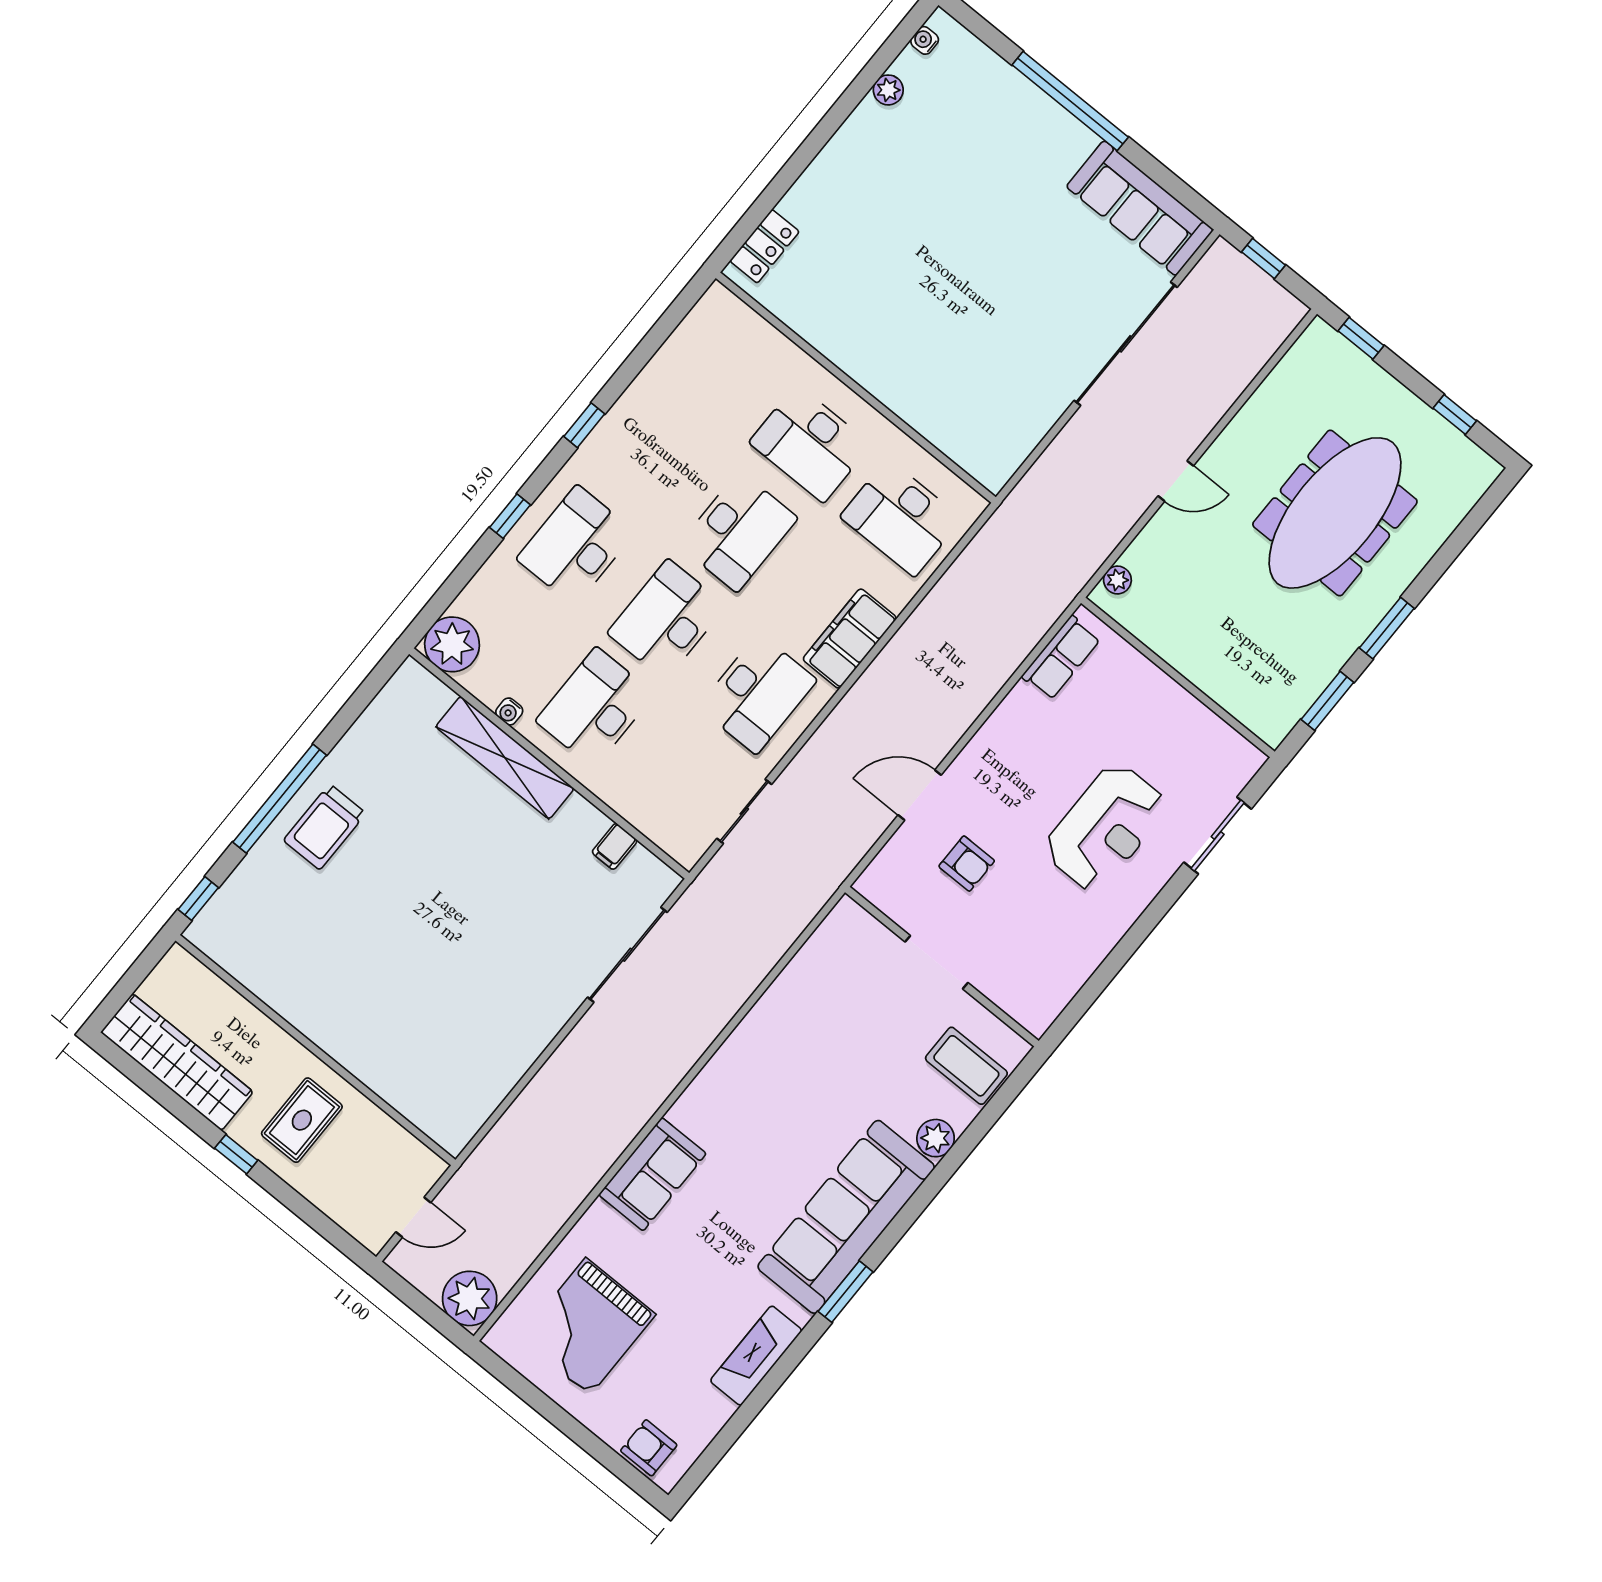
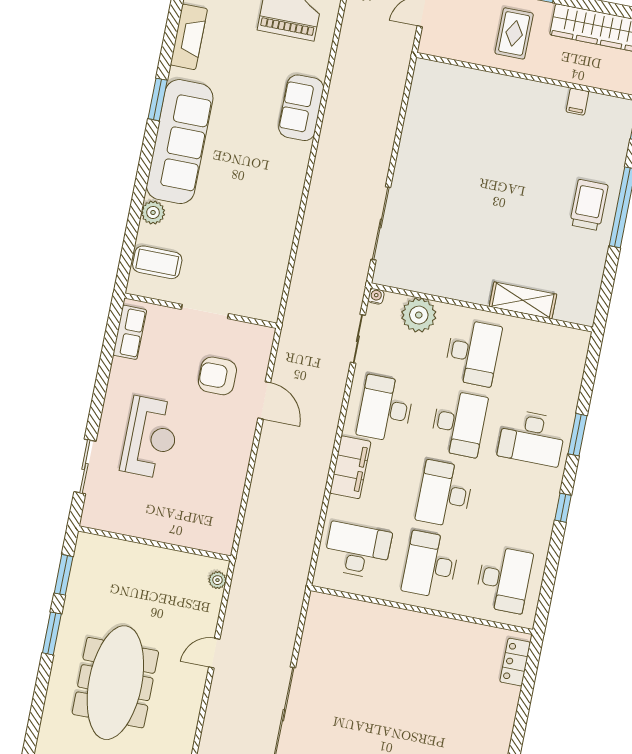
desk: (719, 369) -> (504, 579), added
desk: (810, 444) -> (431, 565), turned -90
window: (510, 516) -> (577, 435), width x1.50
desk: (576, 545) -> (532, 438), turned 90
plant: (452, 644) -> (419, 315), moved
row of seats: (1061, 658) -> (130, 332), moved, turned 180
water cooler: (509, 711) -> (376, 296), moved
shelving: (505, 758) -> (523, 300), width x0.68
door: (920, 795) -> (264, 400), hinge flipped
reception desk: (1105, 827) -> (150, 438), turned 180
filing cabinet: (615, 846) -> (577, 102), moved, turned 180
armchair: (967, 864) -> (217, 376), width x1.38, depth x1.38

